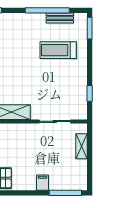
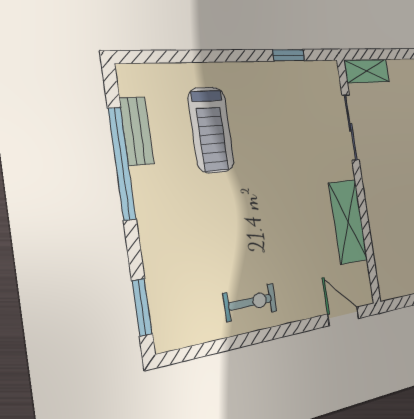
window: (90, 28) -> (150, 57), removed
shelving: (82, 146) -> (367, 71), moved

